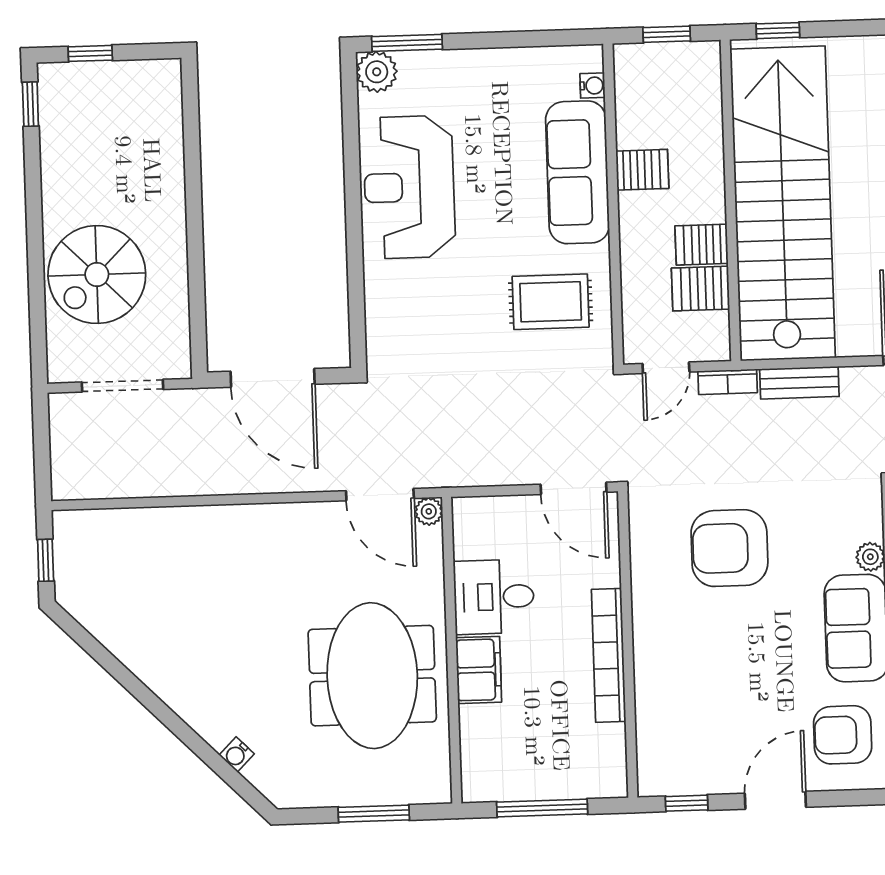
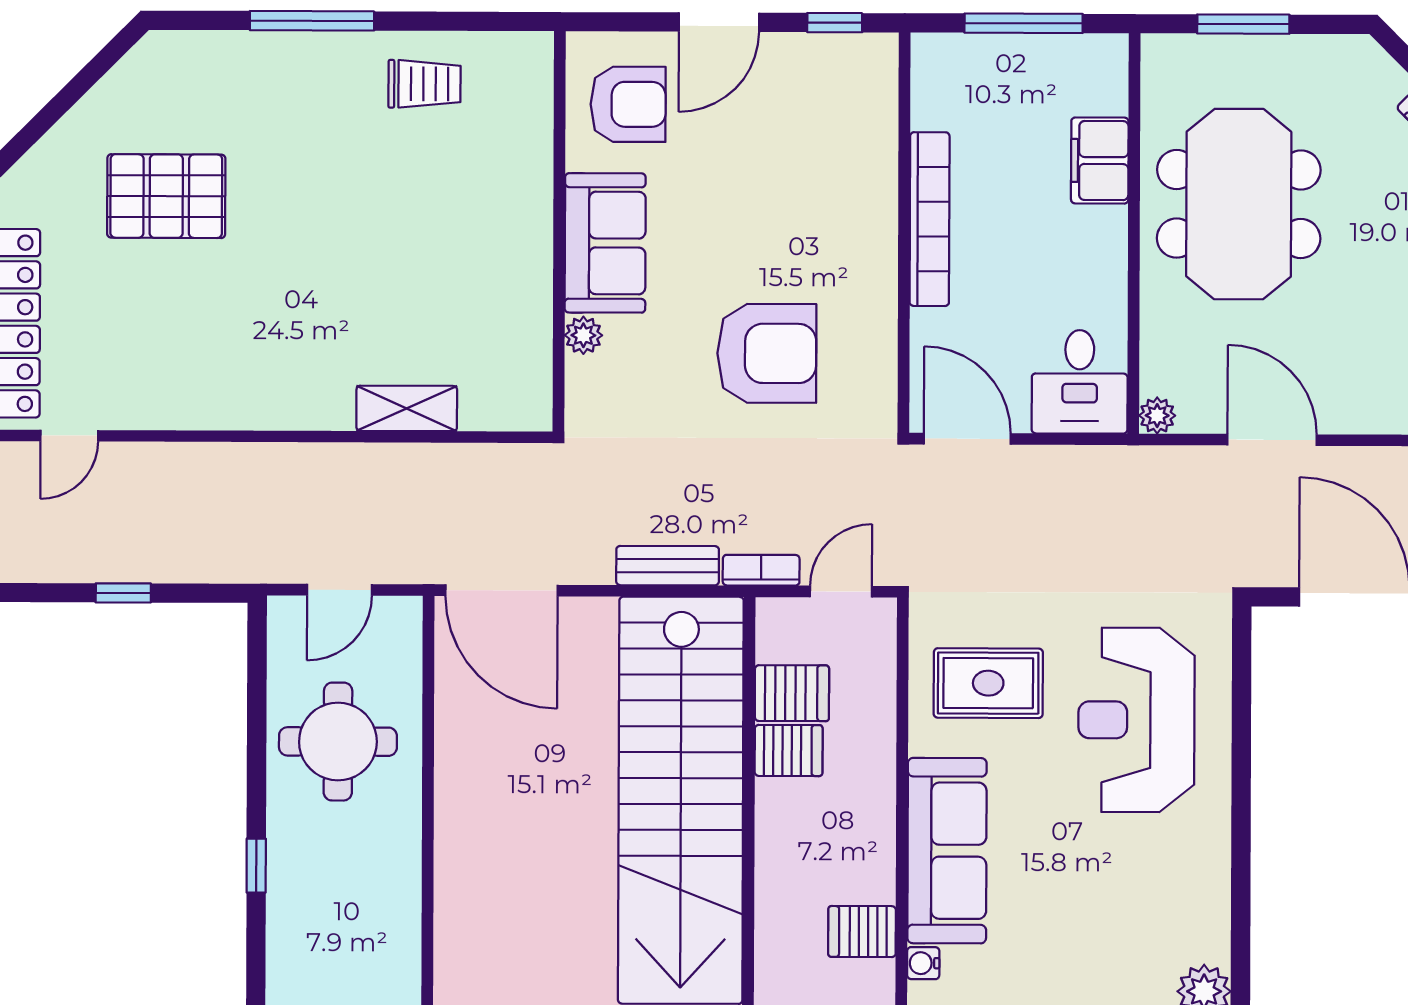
server rack: (642, 170) -> (862, 932), moved
reception desk: (409, 187) -> (1136, 720), moved, turned 180
door: (380, 495) -> (1272, 440), moved
desk: (494, 597) -> (1080, 382), moved, turned 90
filing cabinet: (479, 670) -> (1100, 161), moved

